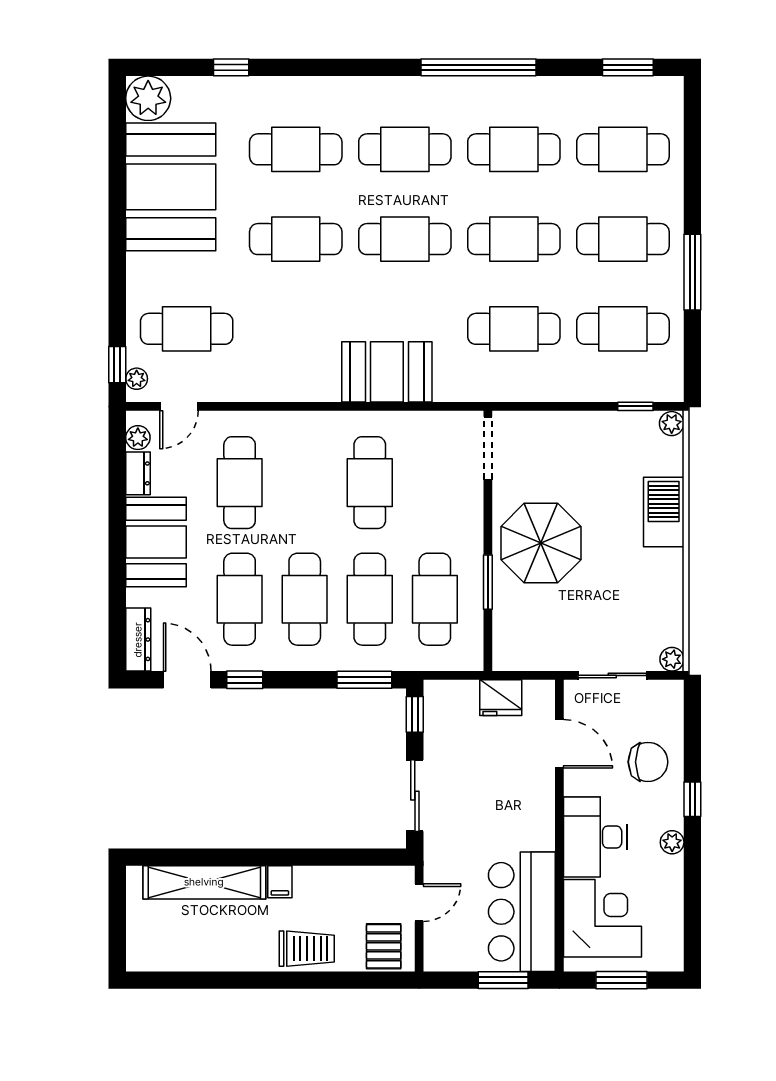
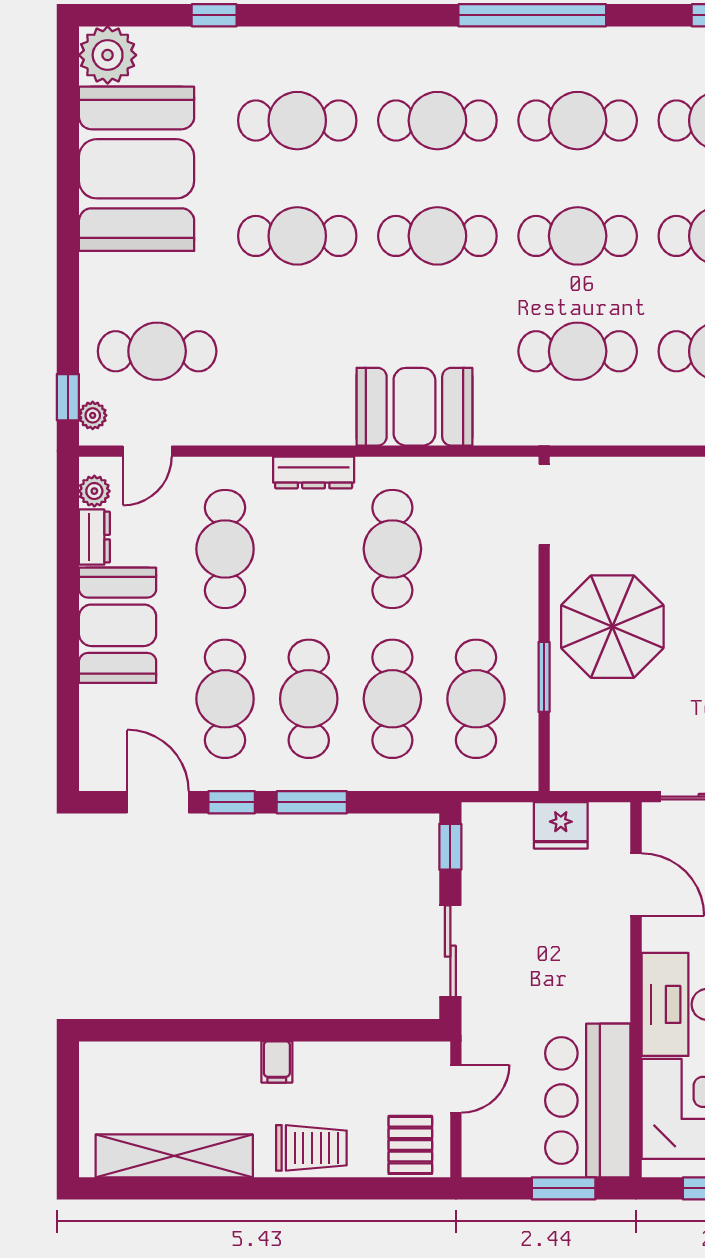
dresser: (138, 640) -> (314, 472), moved, turned 90
window: (364, 680) -> (312, 802), moved
shelving: (204, 882) -> (174, 1156), moved

